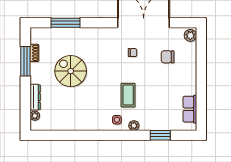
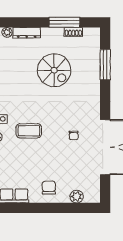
plant: (190, 35) -> (77, 197), moved
chair: (168, 57) -> (49, 188), moved
spiral stairs: (71, 71) -> (54, 70), turned 90

